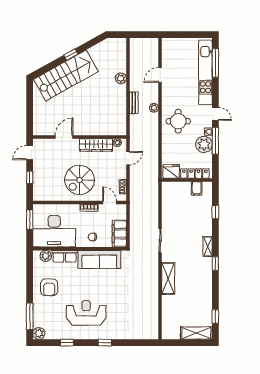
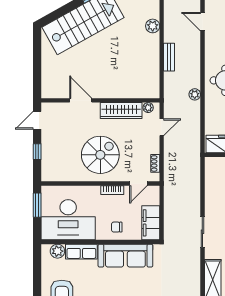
door: (160, 75) -> (202, 22), hinge flipped
plant: (154, 108) -> (195, 94), moved
door: (64, 137) -> (81, 100), hinge flipped
spiral stairs: (79, 180) -> (100, 155), turned 180
door: (110, 203) -> (138, 183), swing flipped

